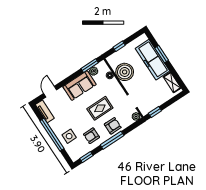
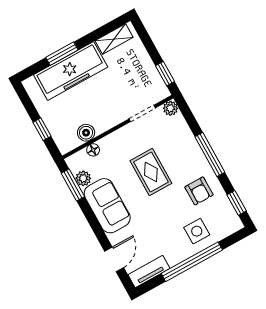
boiler: (125, 72) -> (86, 133), width x0.54, depth x0.54
door: (50, 92) -> (114, 259), swing flipped
armchair: (113, 126) -> (184, 151), removed

